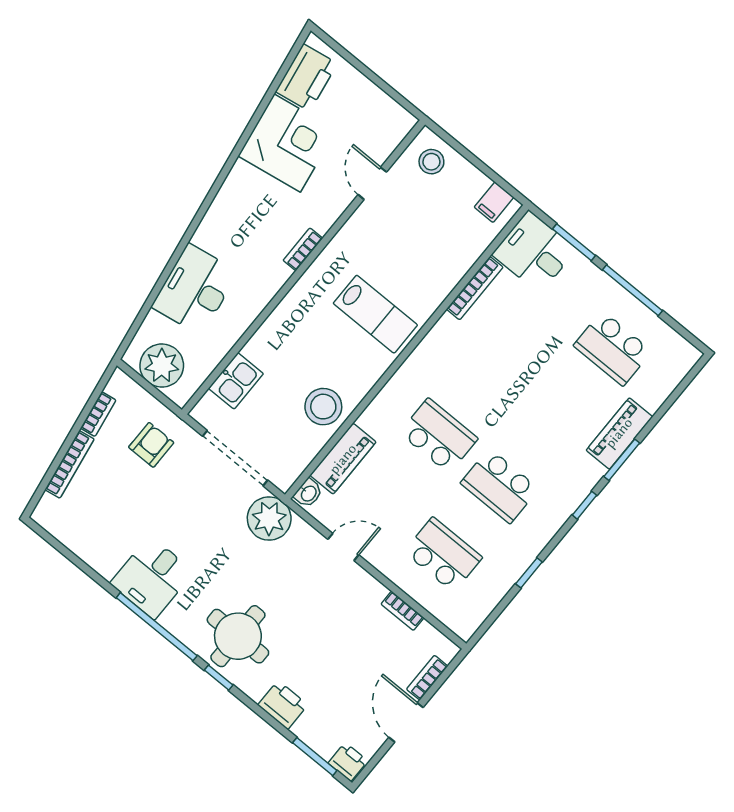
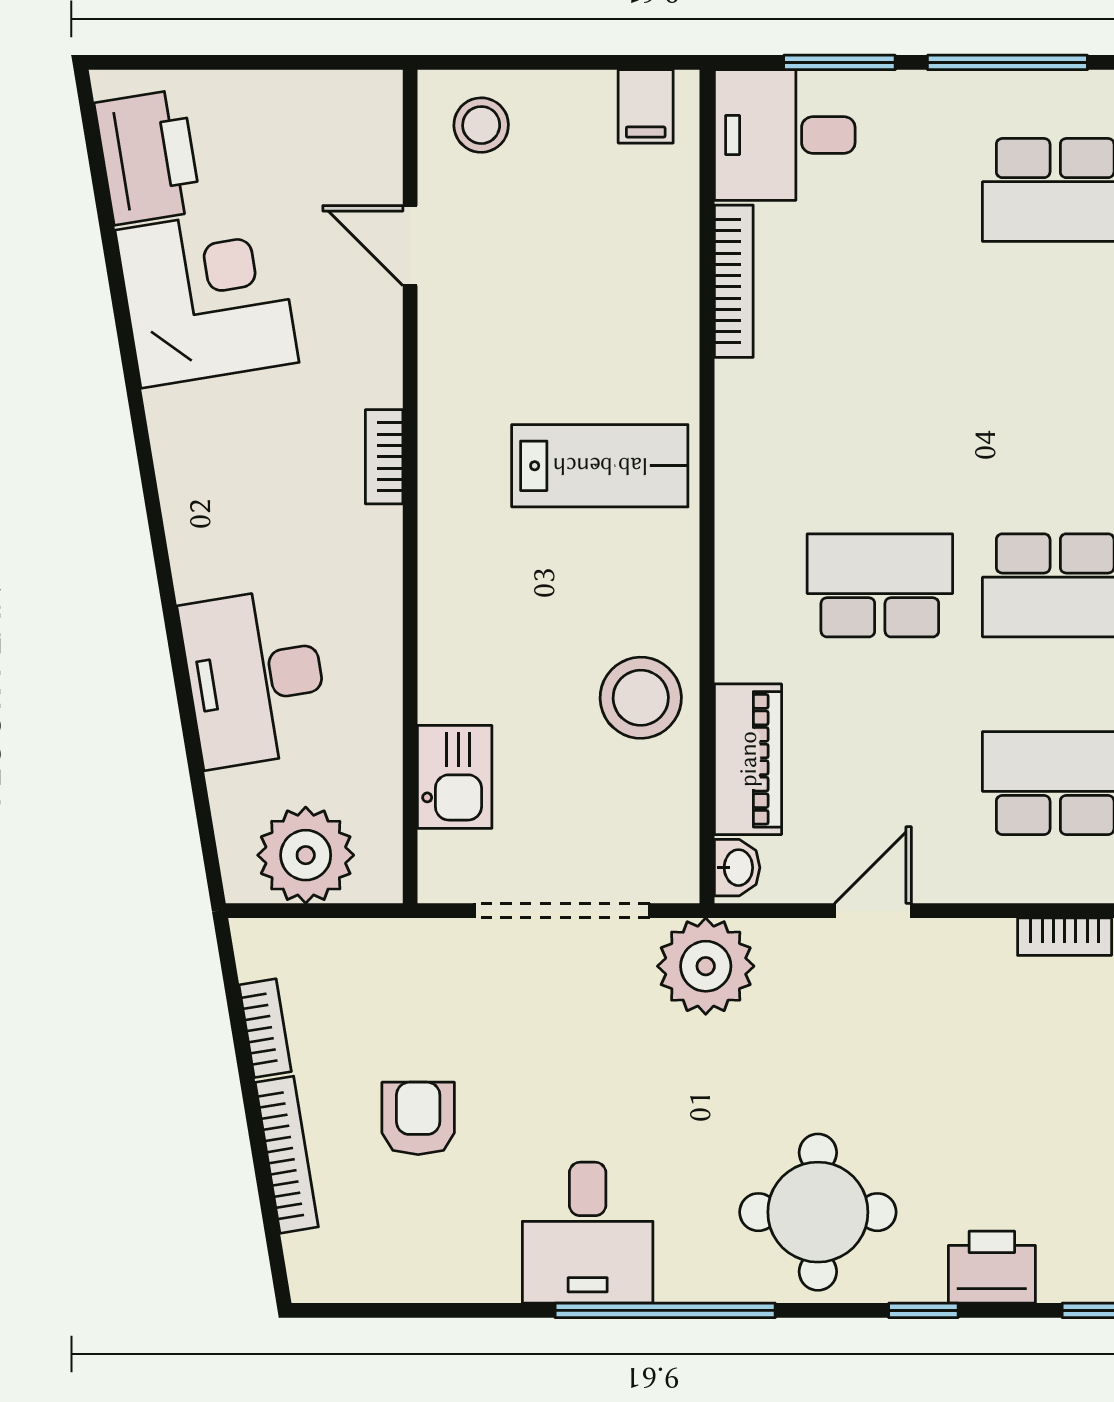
armchair: (151, 445) -> (418, 1118), moved
window: (219, 678) -> (923, 1310), moved

